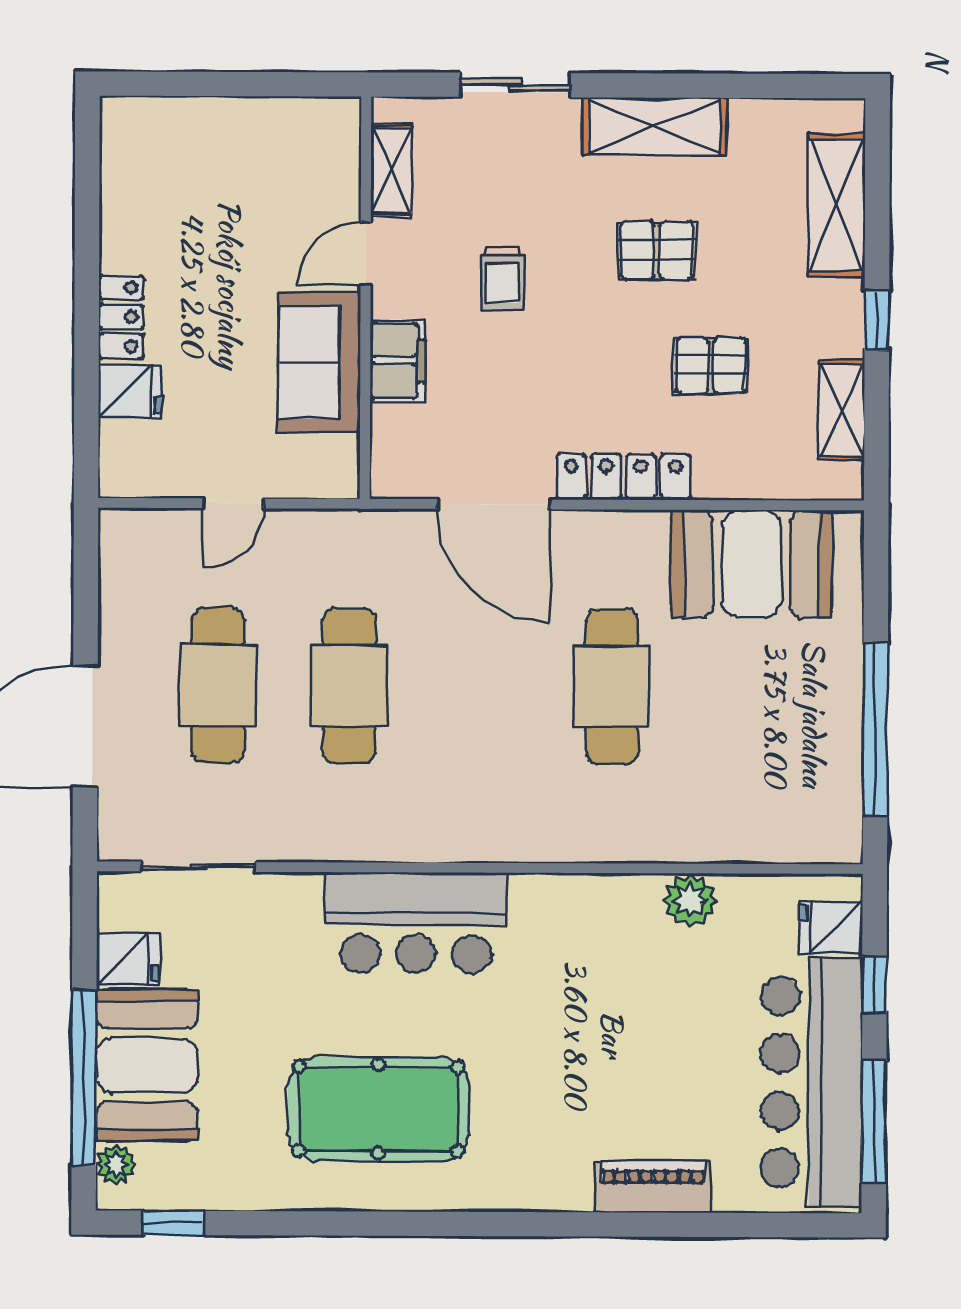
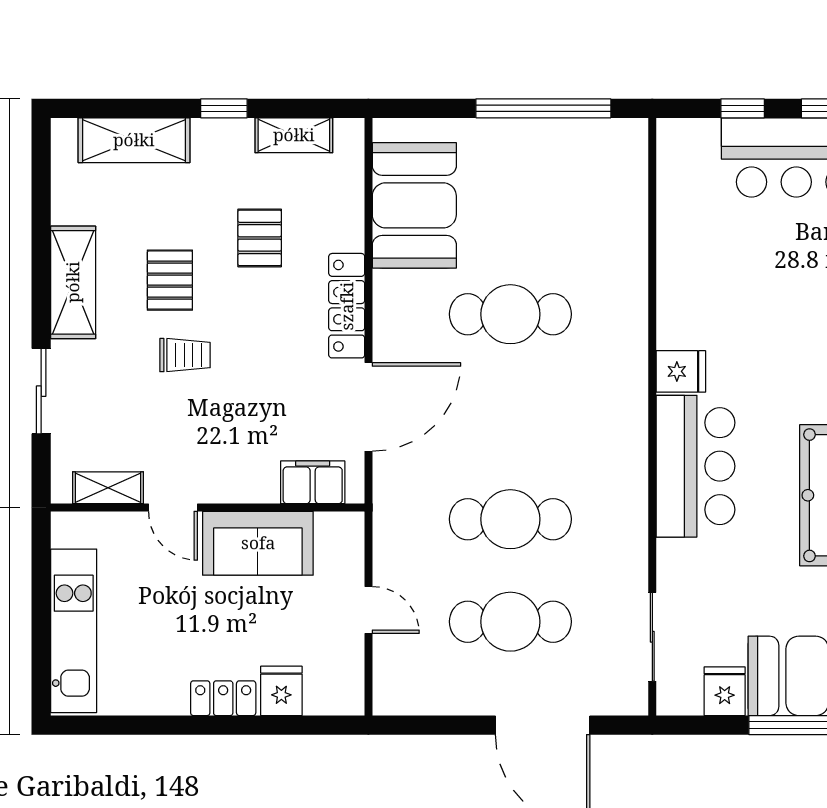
kitchen unit: (208, 126) -> (74, 631), added
trolley: (502, 278) -> (185, 355), moved
filing cabinet: (398, 360) -> (313, 482), moved
plant: (690, 900) -> (677, 252), removed
fridge: (831, 927) -> (681, 371), moved, turned -90

